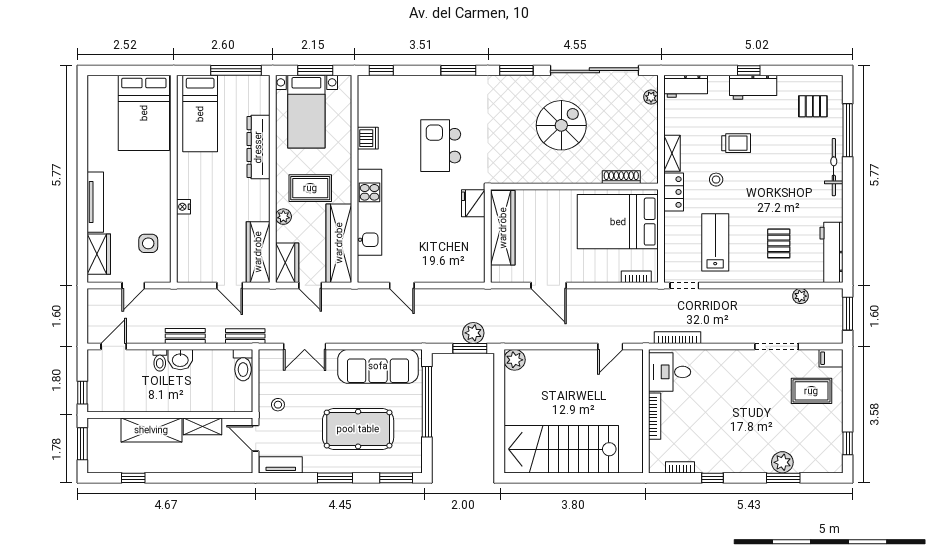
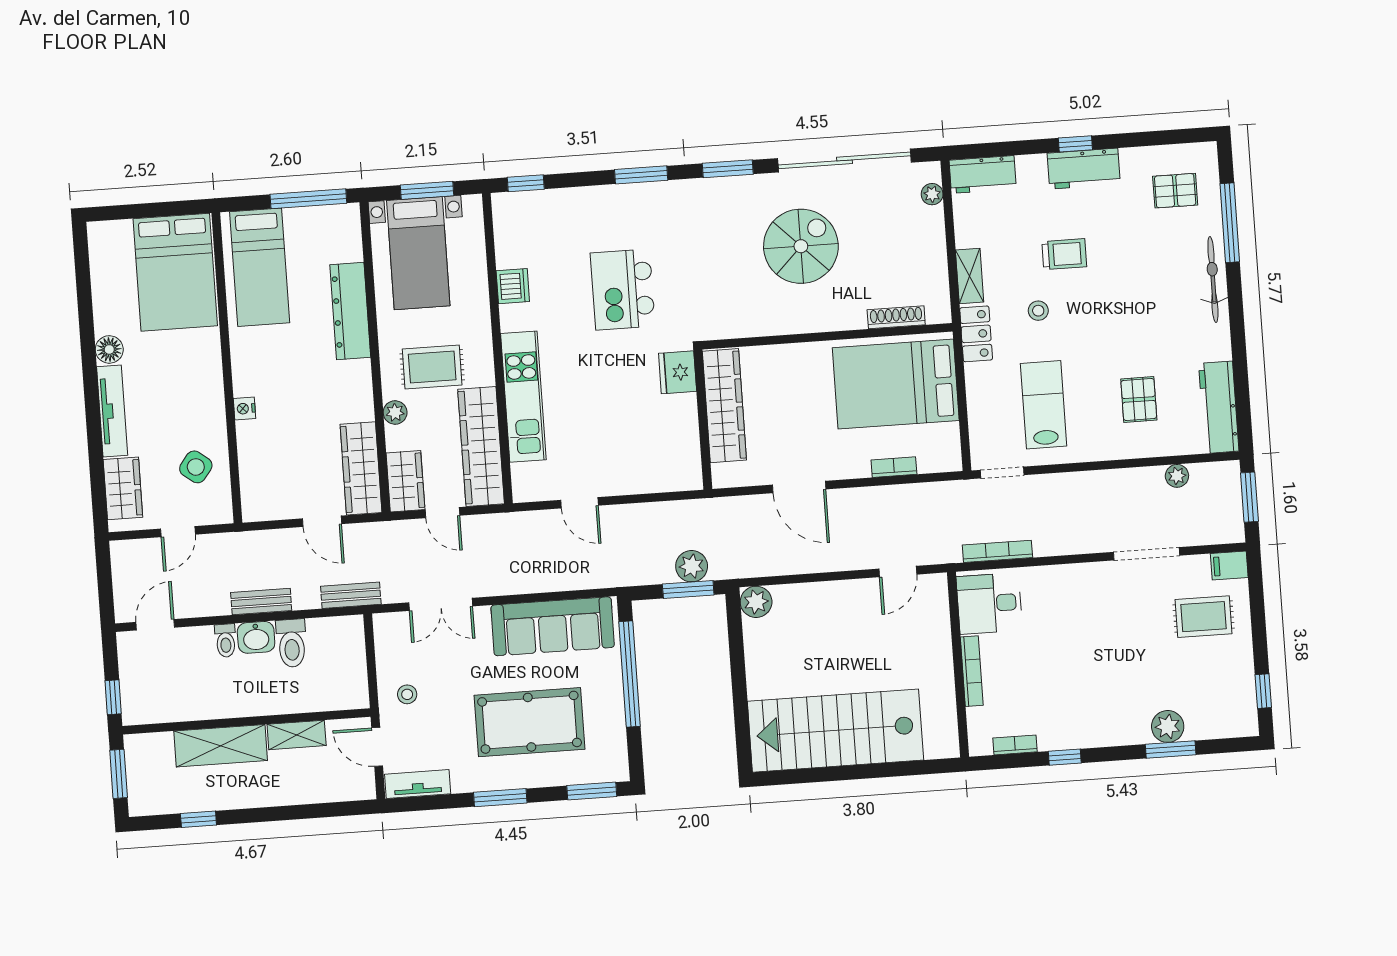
floor lamp: (96, 161) -> (109, 349), added
side table: (148, 243) -> (196, 467), turned 37
bookcase: (636, 277) -> (894, 467), moved
toilet: (243, 365) -> (292, 643), moved

